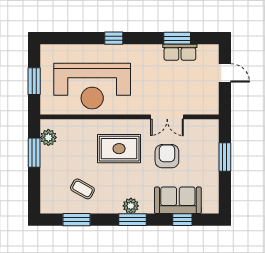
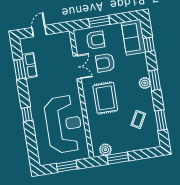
armchair: (200, 148) -> (95, 40), added
sofa: (178, 200) -> (133, 37), moved

